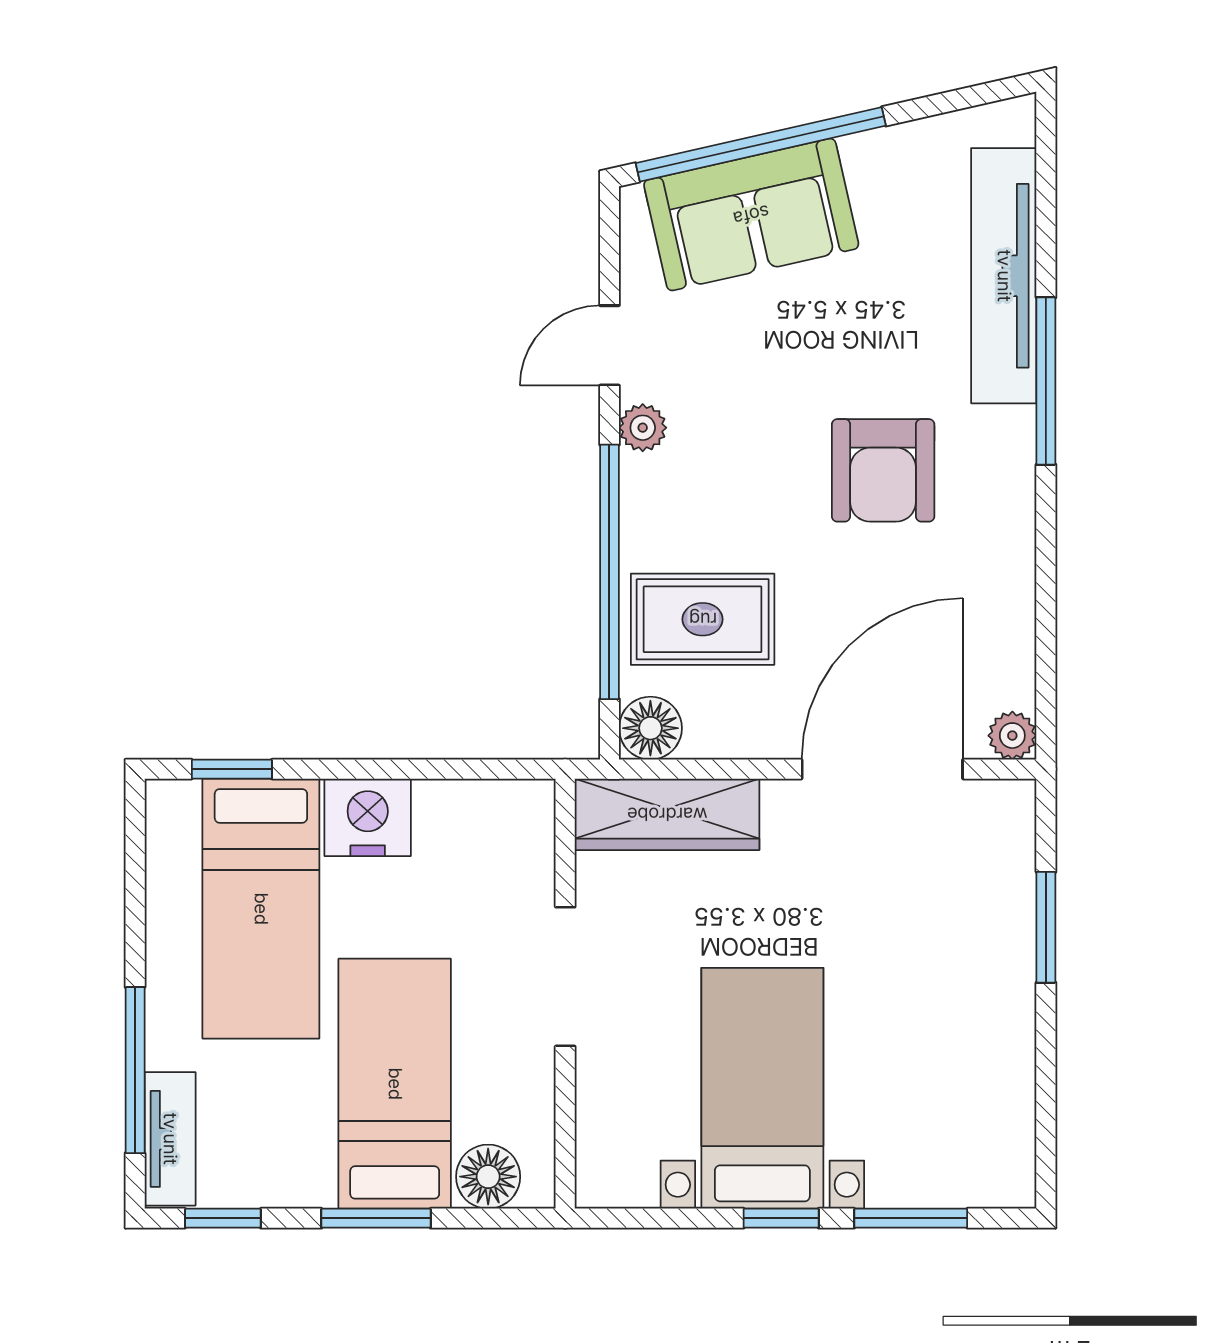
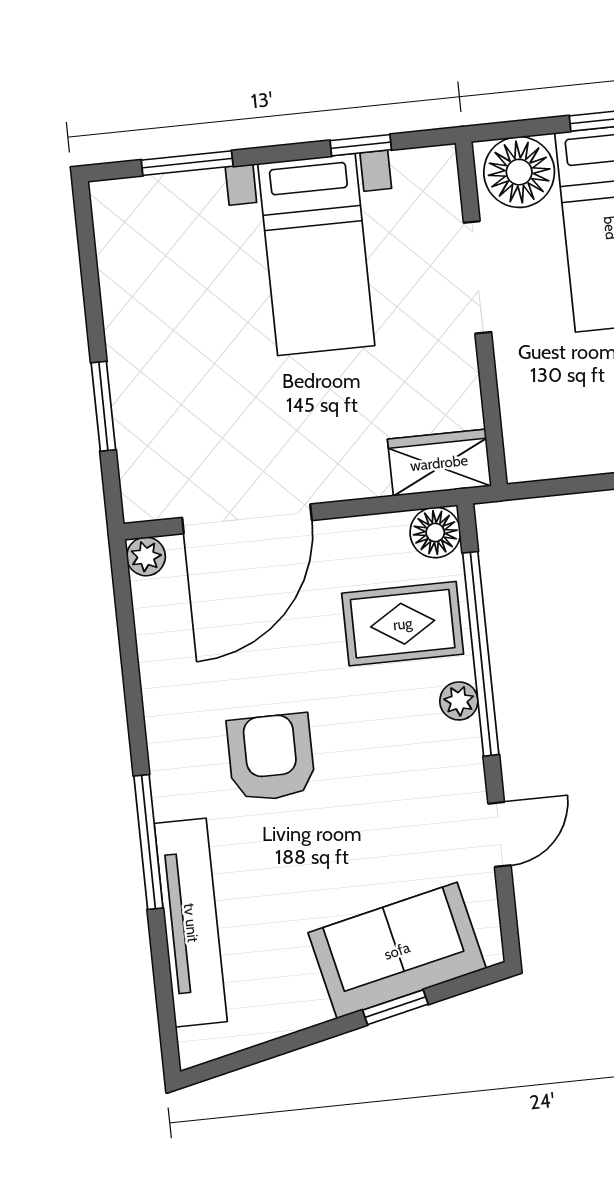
window: (761, 144) -> (395, 1007), width x0.32
plant: (643, 428) -> (459, 701), moved
wardrobe: (667, 814) -> (439, 463), width x0.67
doorway: (565, 977) -> (478, 277), moved
floor lamp: (488, 1177) -> (519, 172), width x1.38, depth x1.38
window: (781, 1218) -> (361, 145), moved

